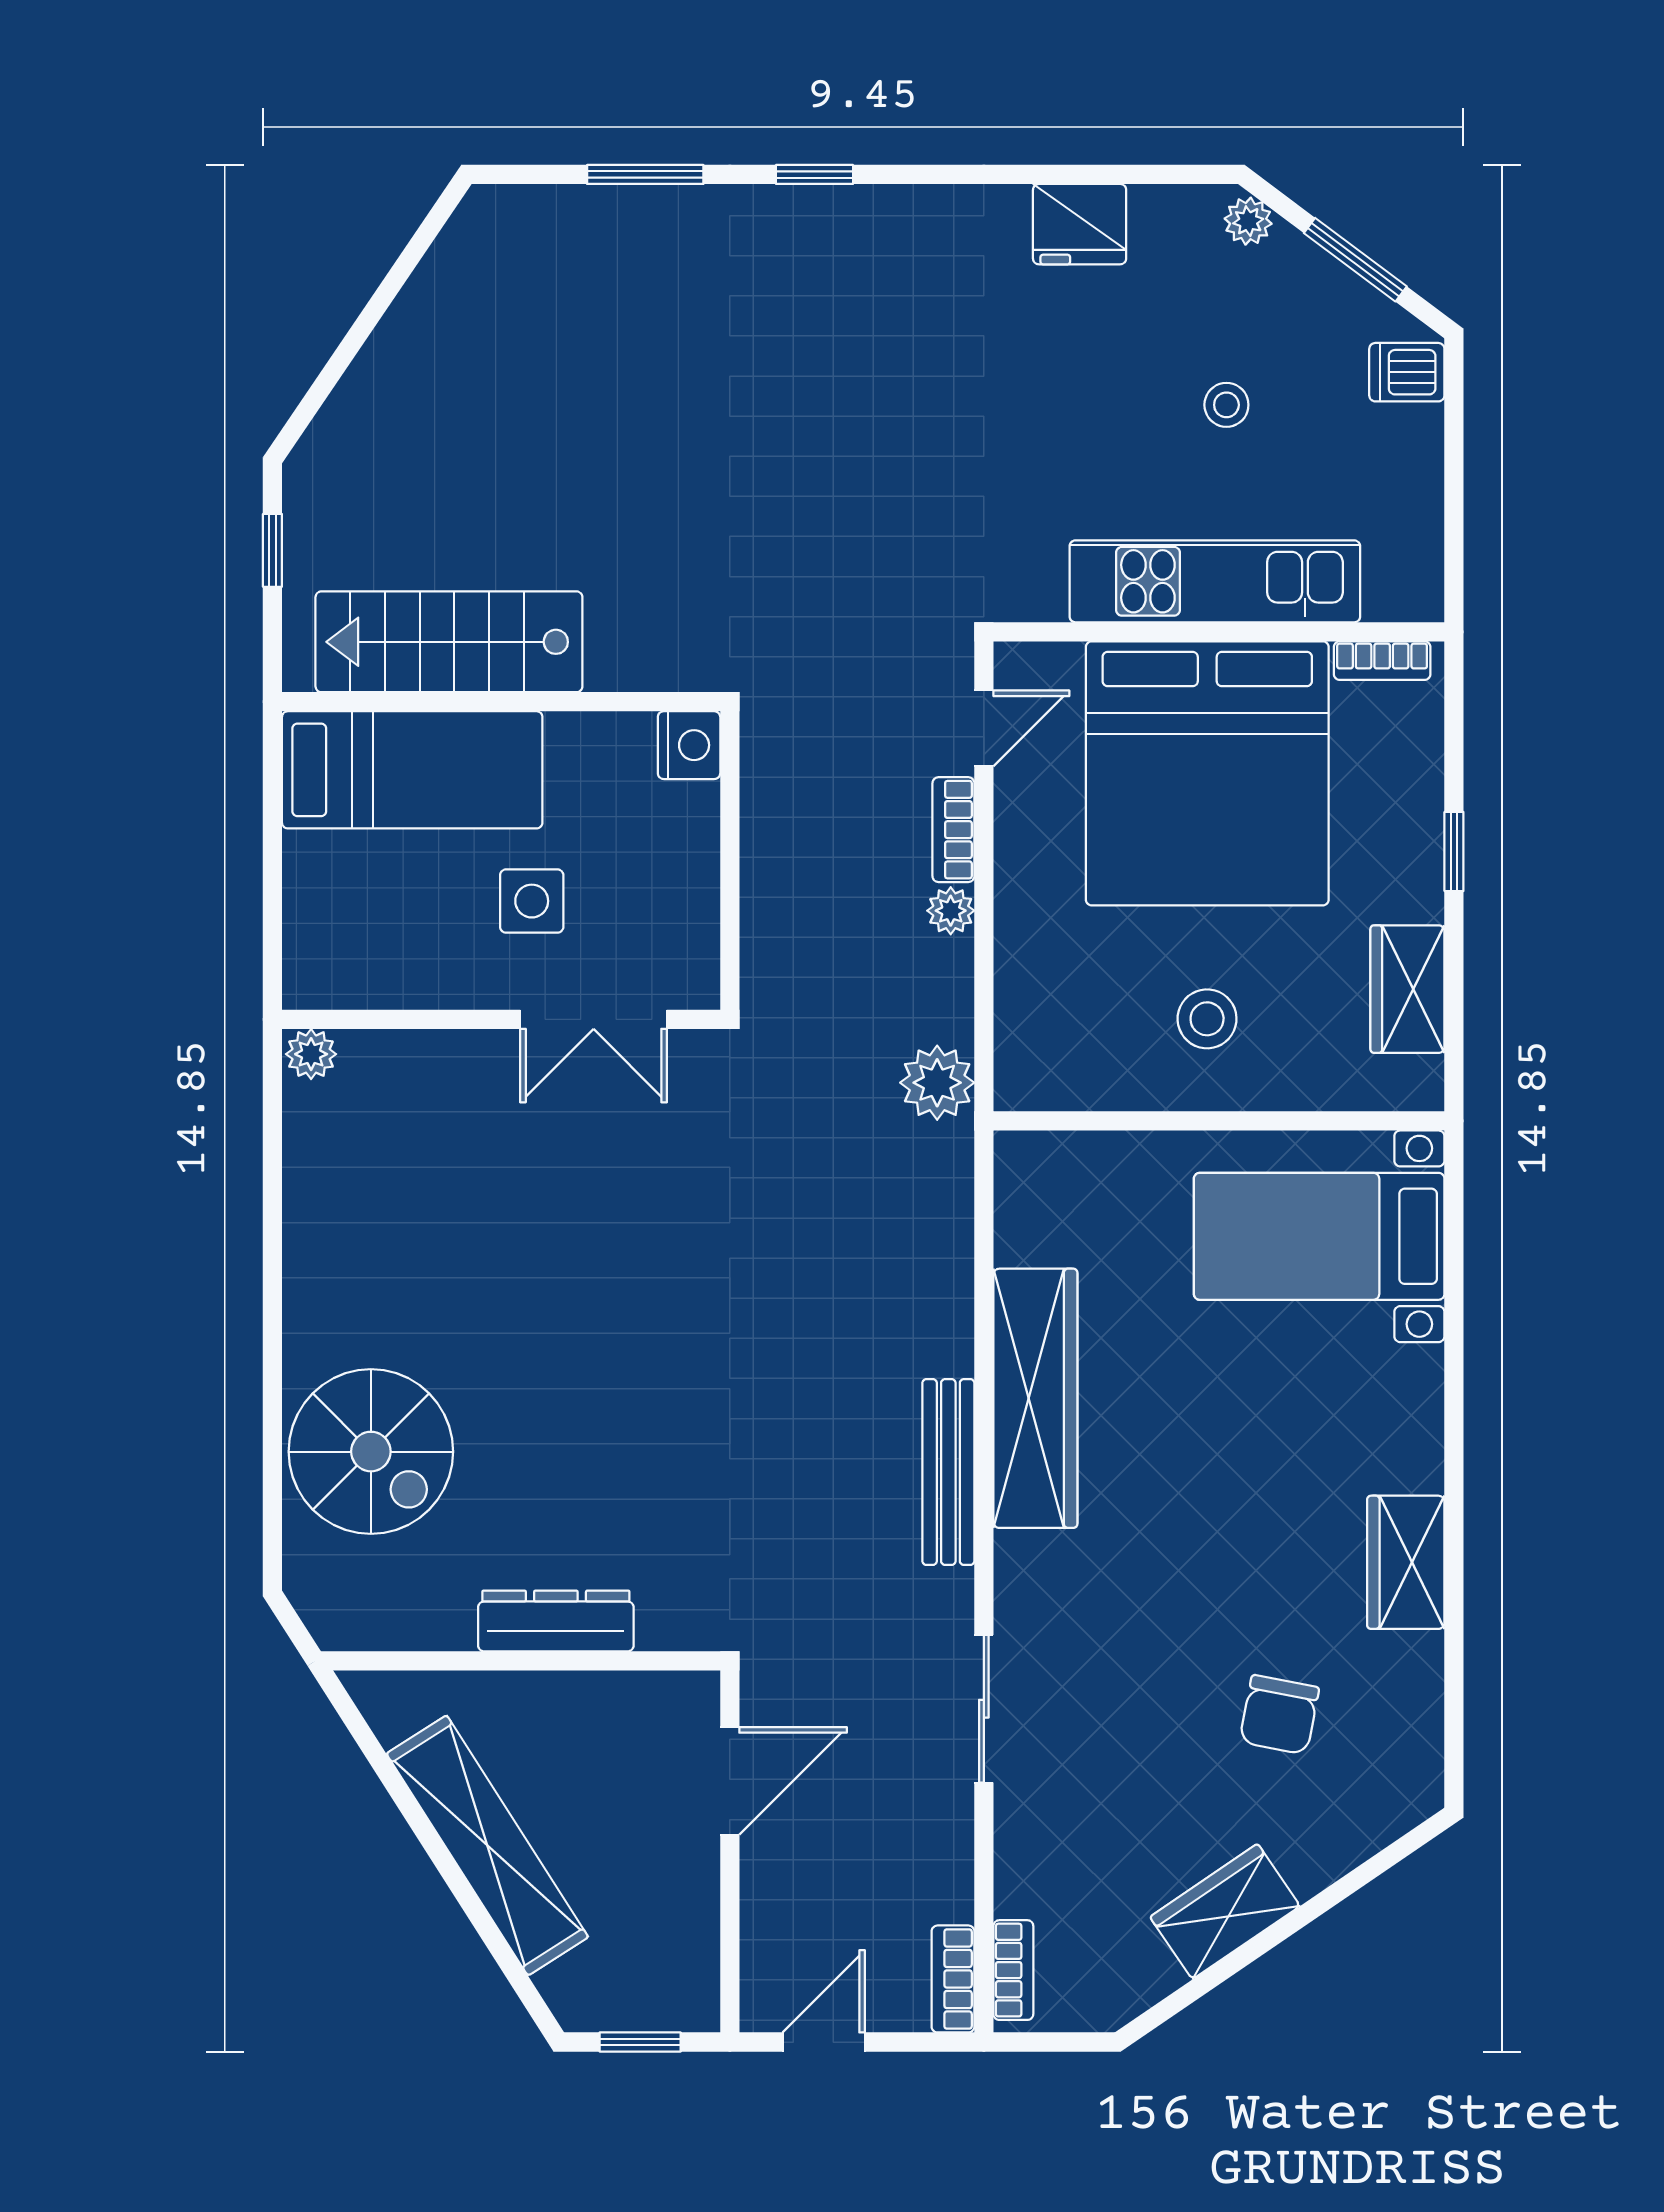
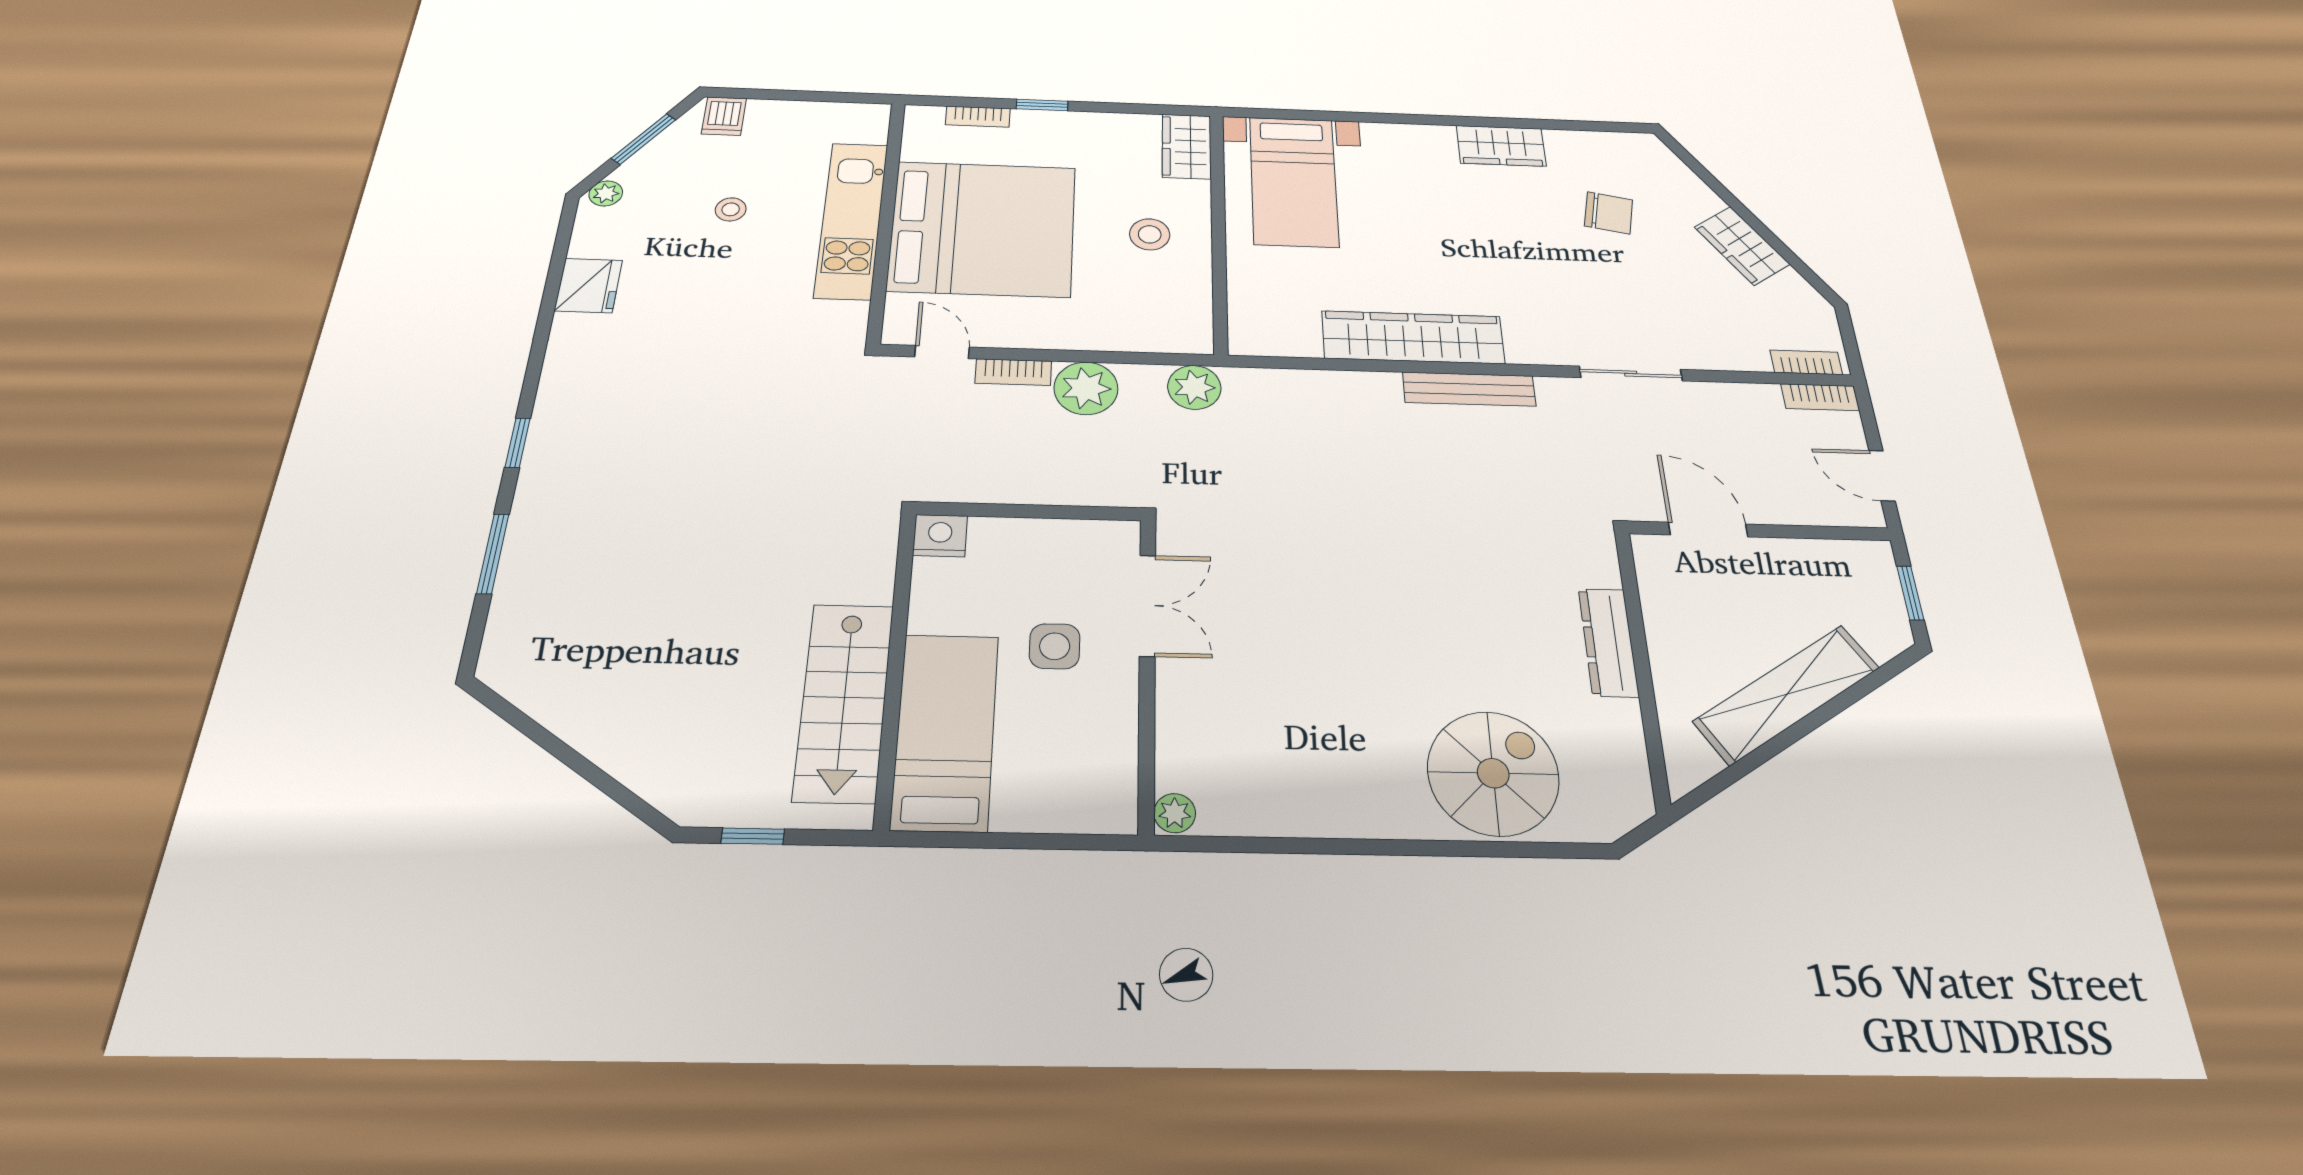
bookcase: (1382, 661) -> (978, 117), moved, turned 90
plant: (951, 911) -> (1086, 388), width x1.88, depth x1.88
wardrobe: (1407, 989) -> (1187, 146), moved, turned 90

